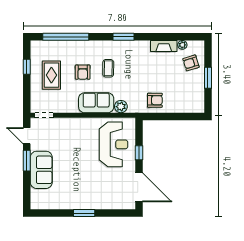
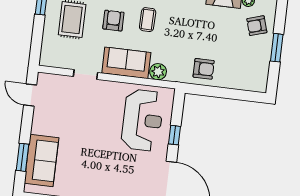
armchair: (83, 72) -> (113, 21), turned 180
doorway: (44, 115) -> (86, 74), moved
window: (27, 161) -> (23, 157), moved
sofa: (41, 170) -> (42, 160), moved

